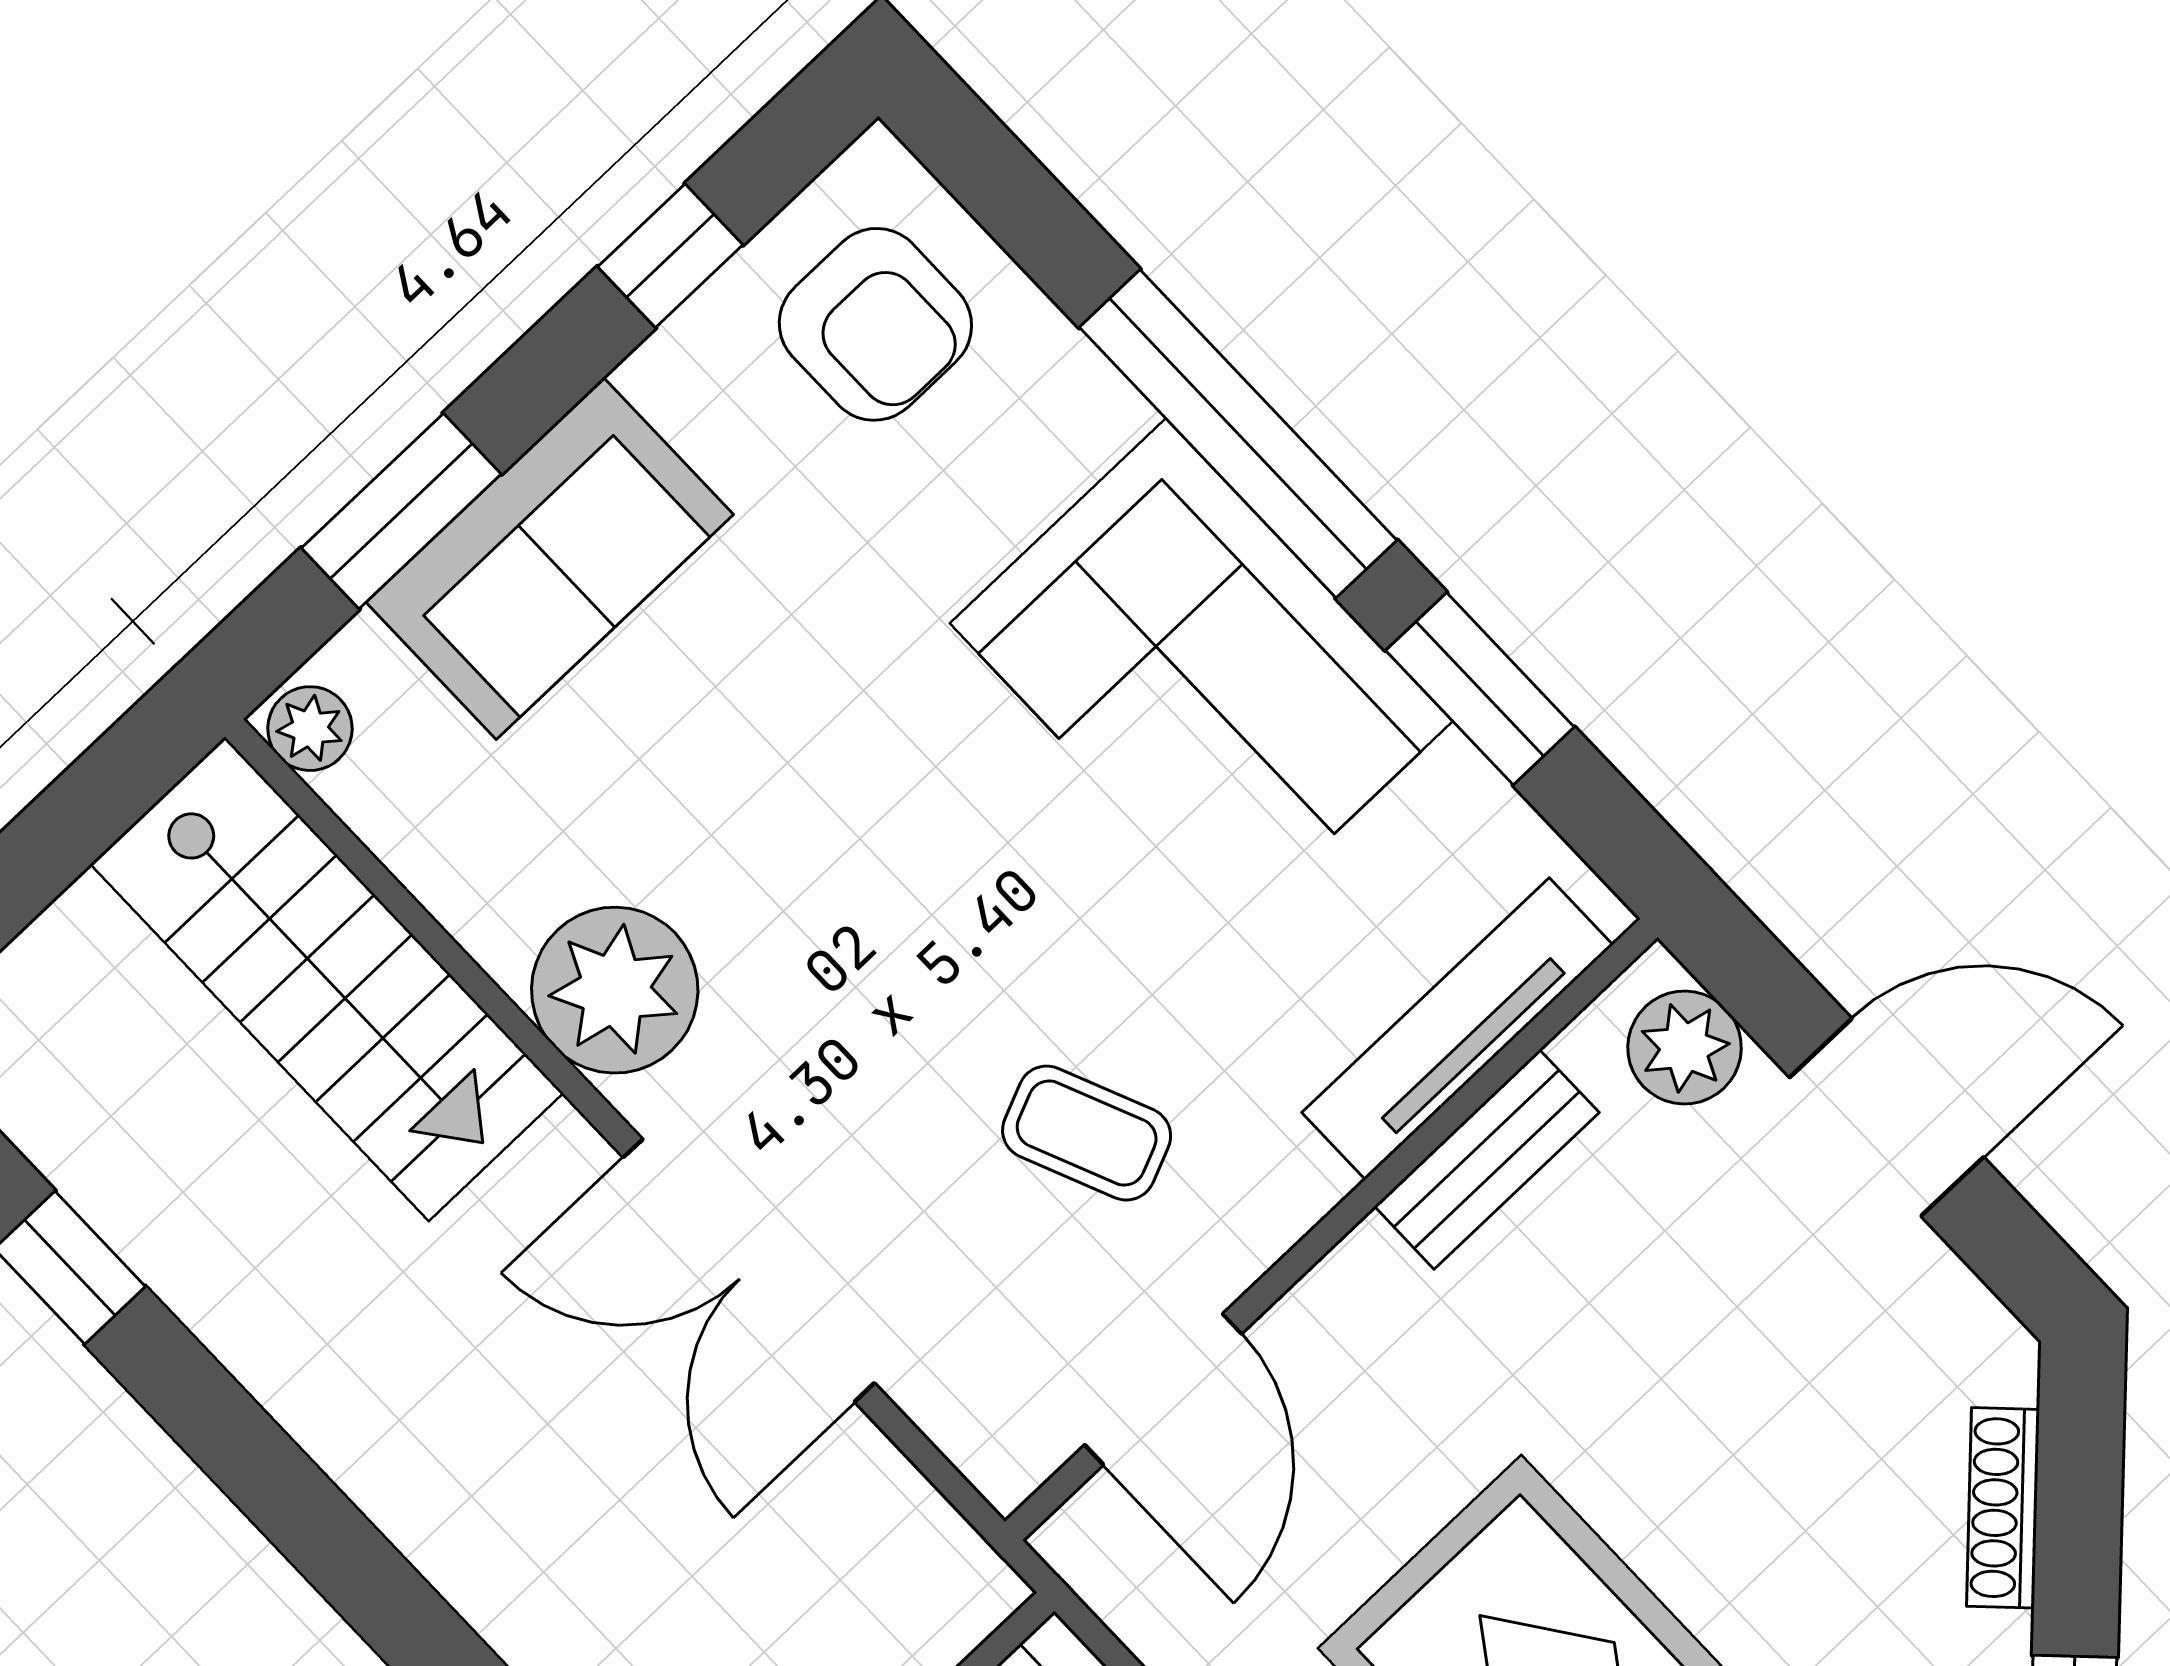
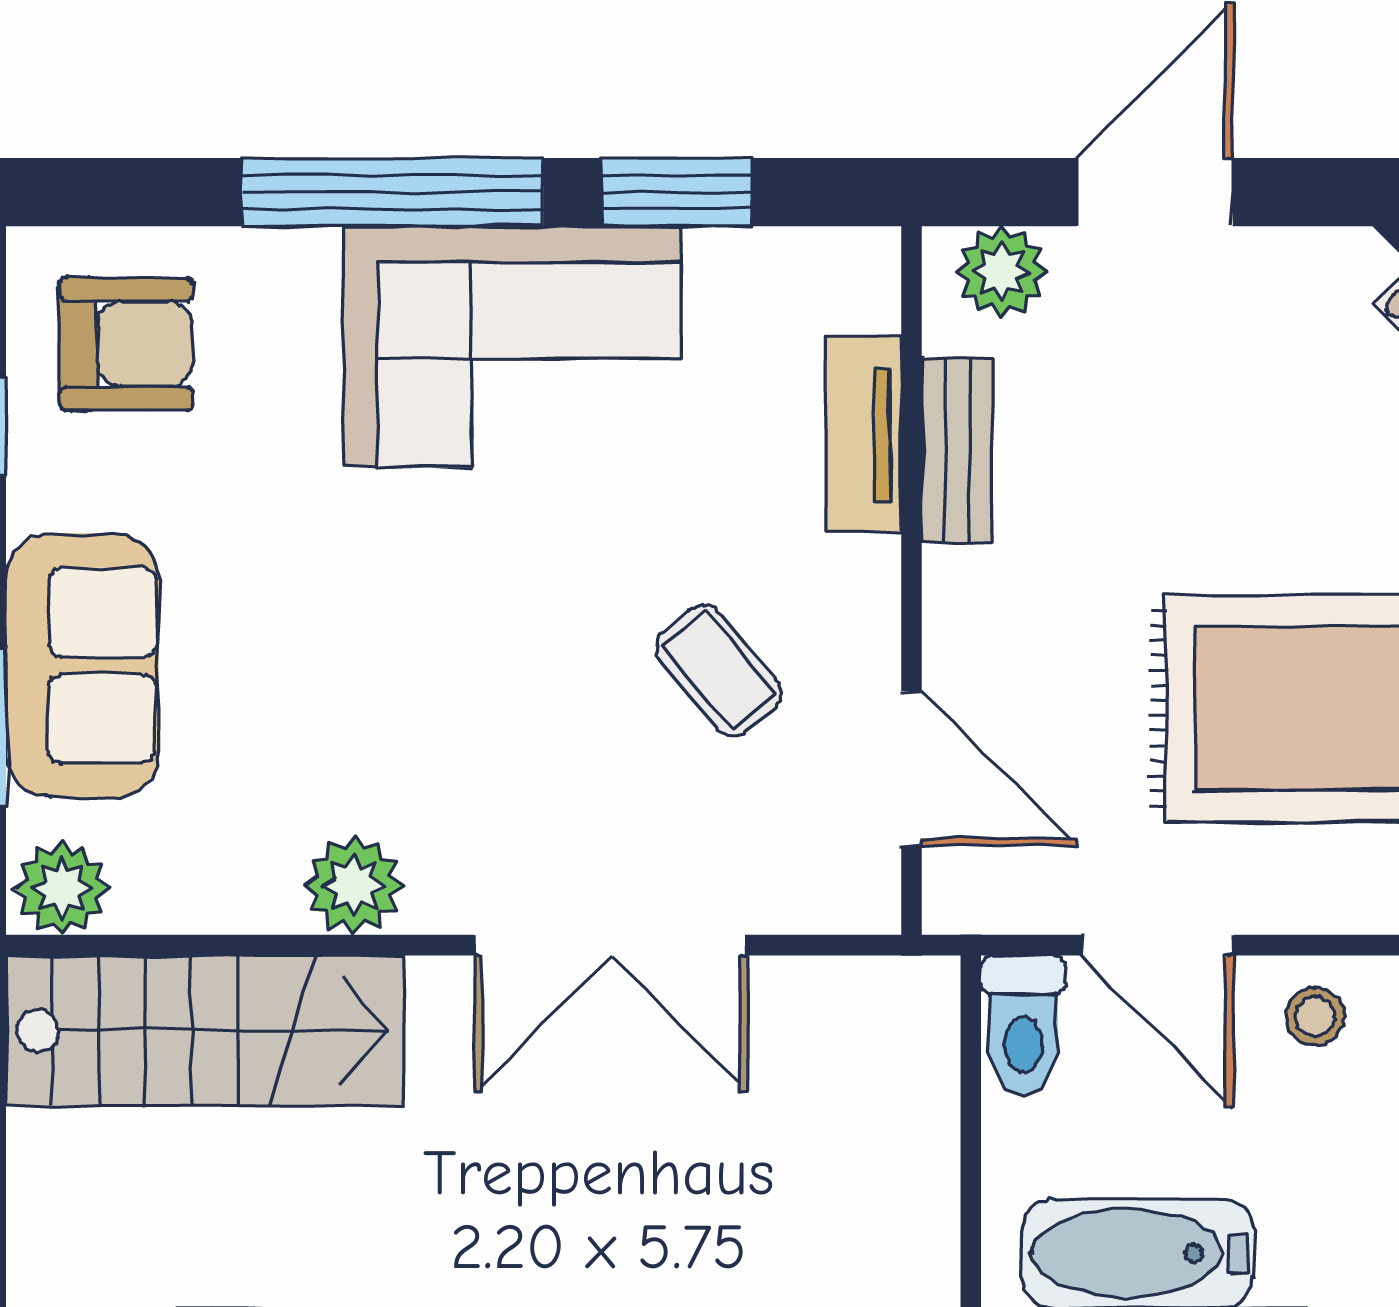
plant: (310, 729) -> (61, 888), width x1.38, depth x1.38
plant: (615, 990) -> (354, 886), width x0.73, depth x0.73
tv unit: (1457, 1029) -> (864, 435), width x0.71
coffee table: (1087, 1133) -> (719, 670), turned 72

